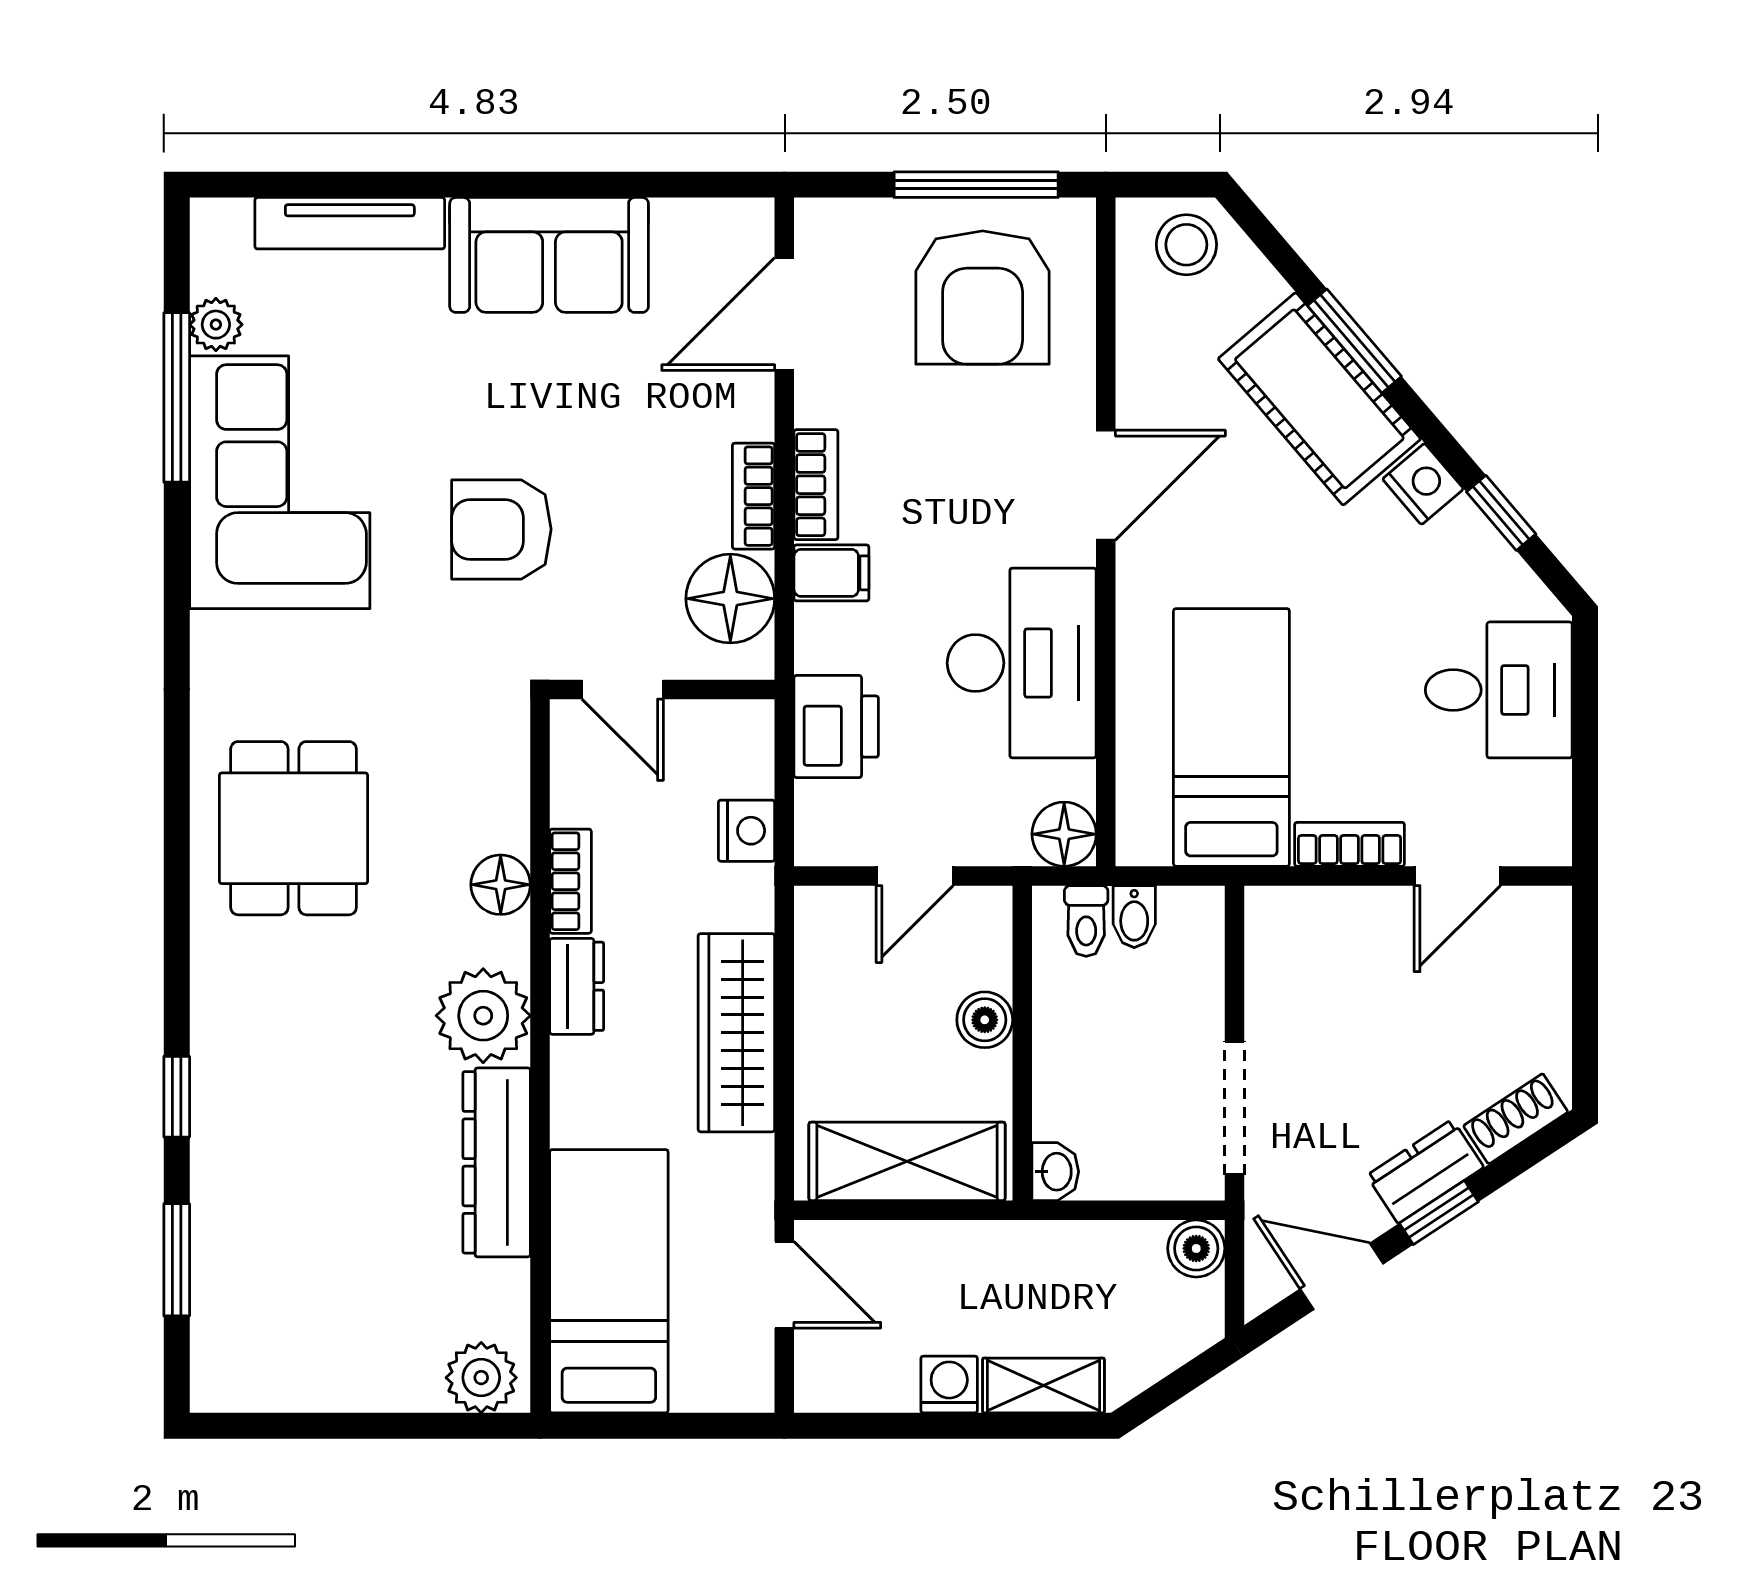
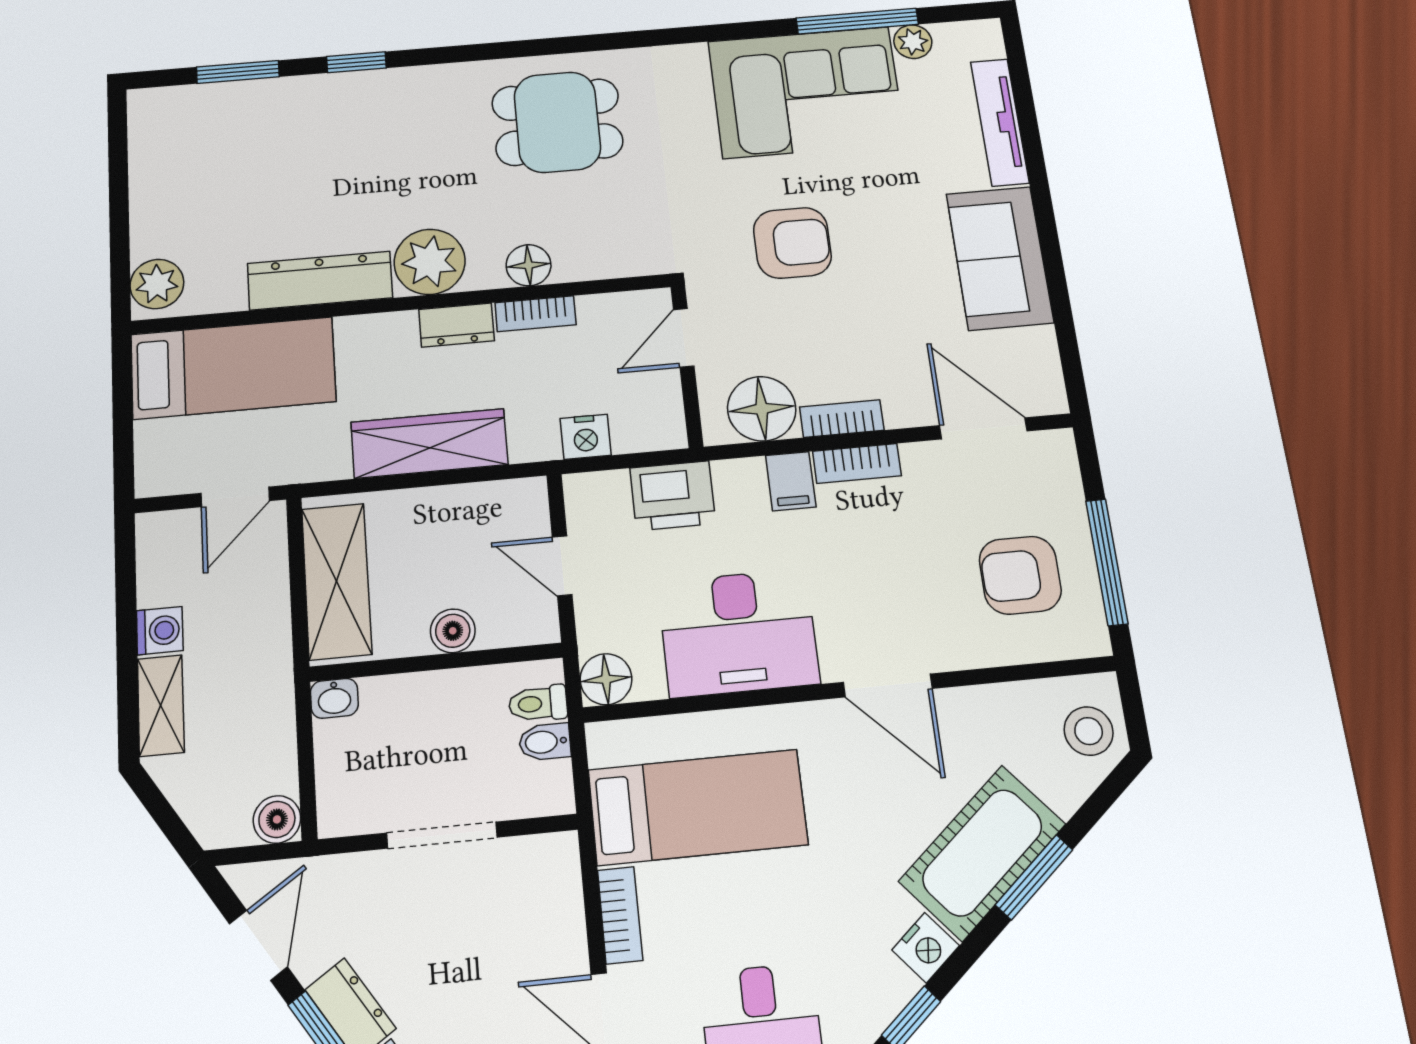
armchair: (983, 298) -> (1020, 575), width x0.73, depth x0.73
armchair: (501, 529) -> (792, 243), turned 90
doorway: (1234, 1108) -> (442, 835), moved

